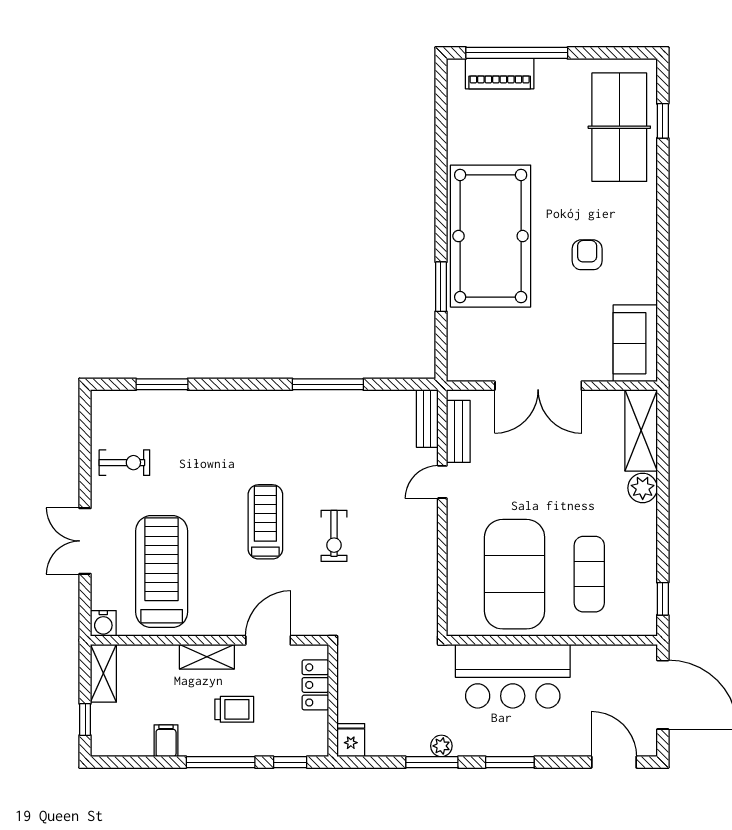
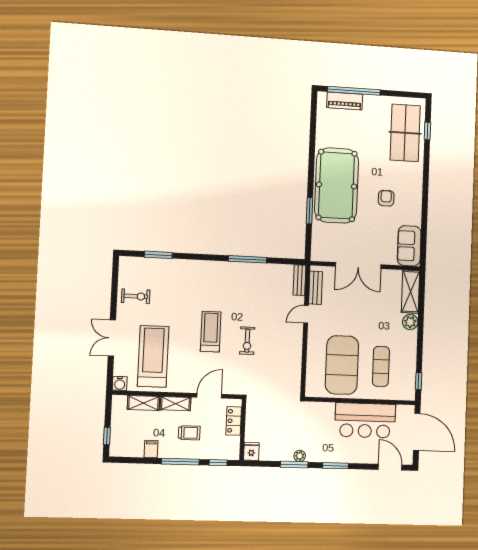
shelving: (103, 673) -> (144, 403), moved, turned 90
bar counter: (513, 676) -> (365, 420), moved

